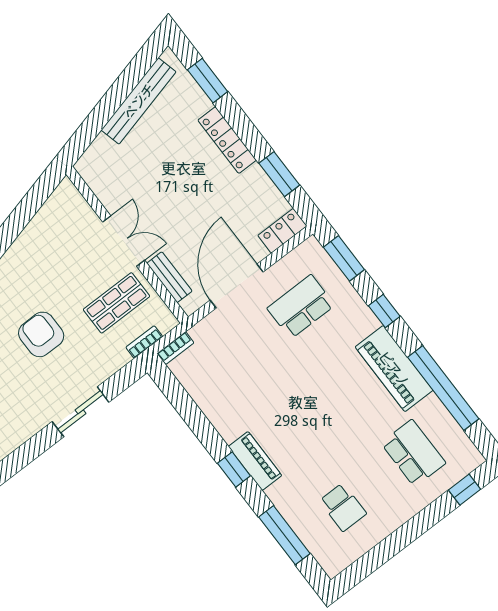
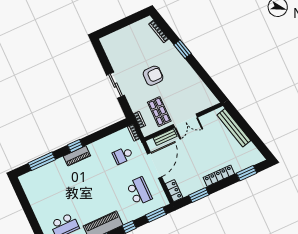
bench: (139, 101) -> (234, 128), moved
door: (237, 286) -> (155, 165), hinge flipped
school desk: (343, 507) -> (123, 155), moved

